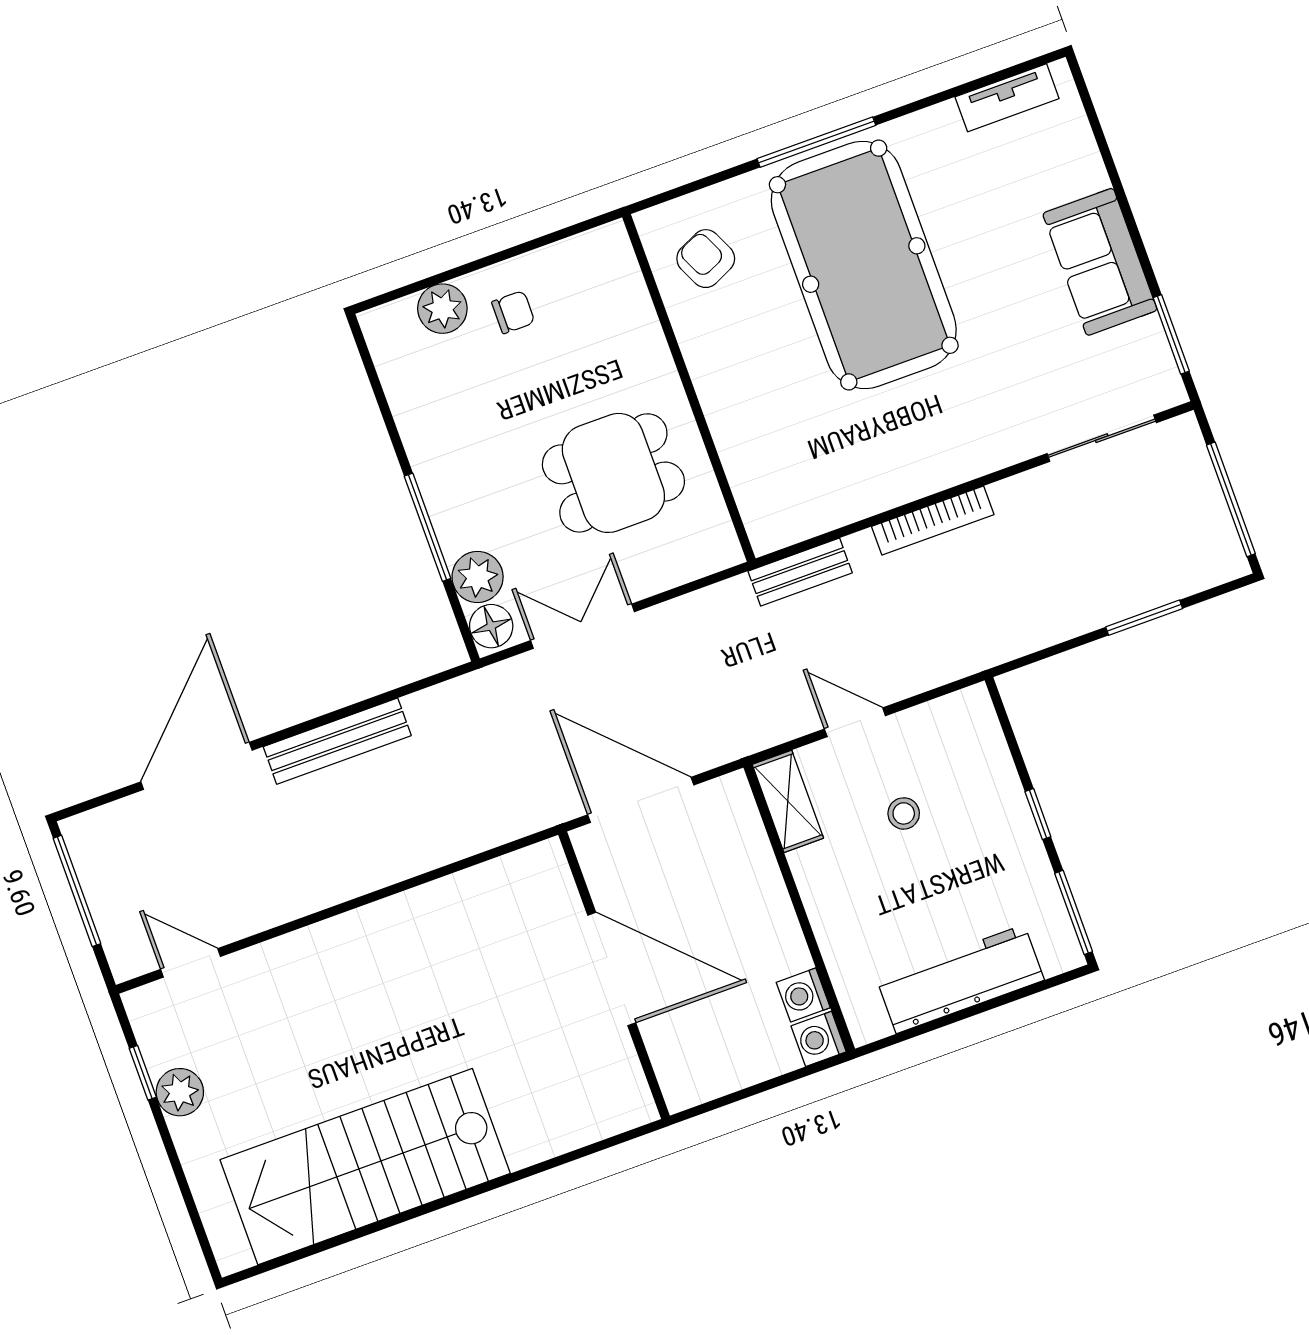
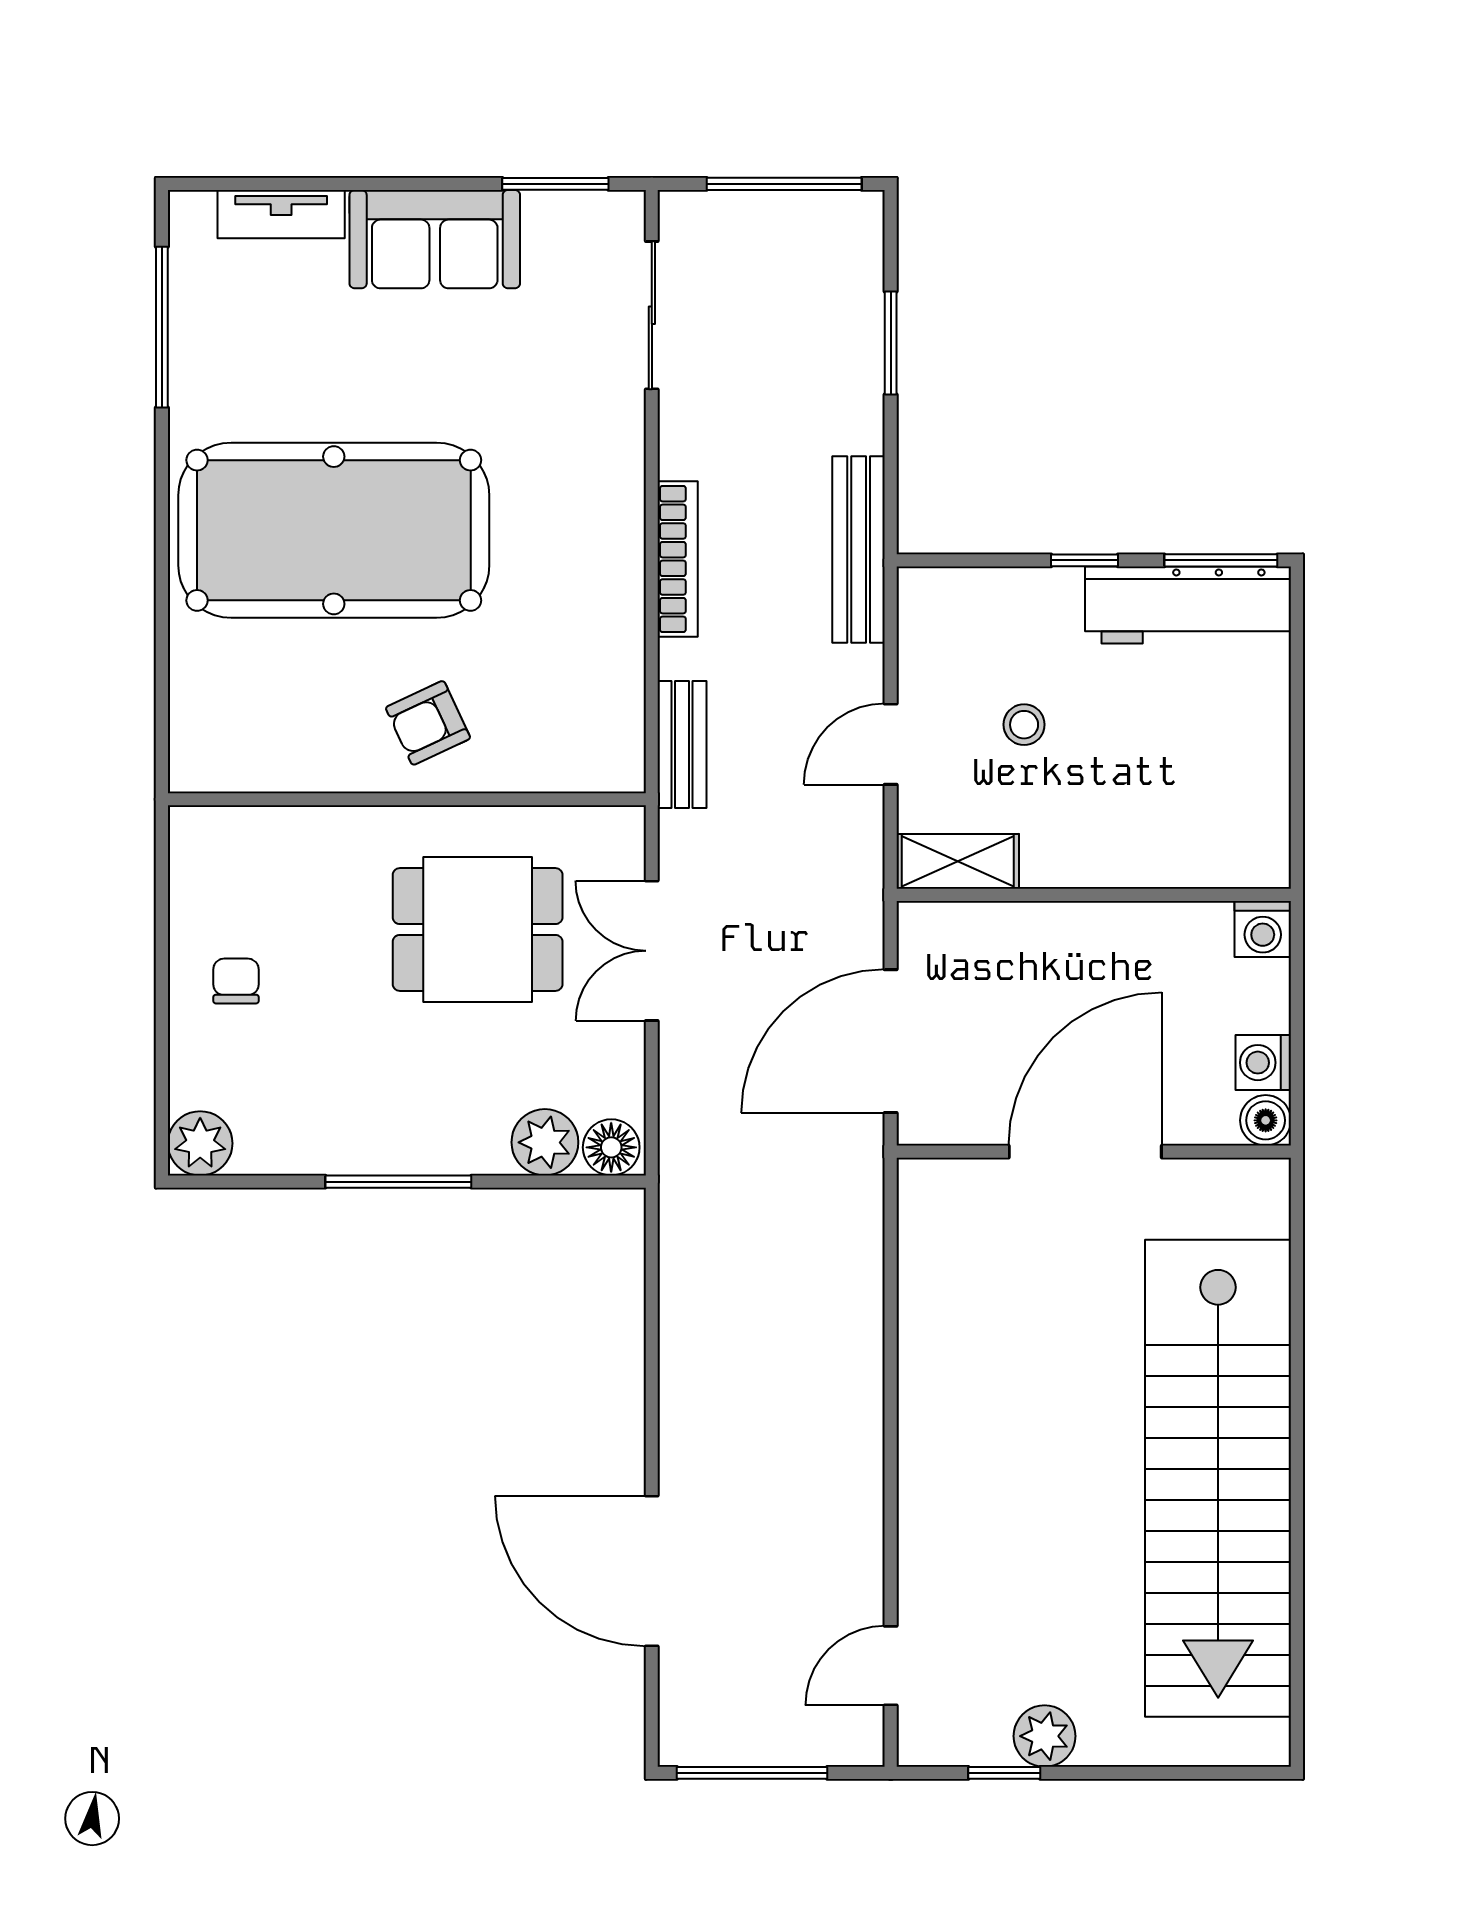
tv unit: (1007, 98) -> (281, 214), moved, turned 90
window: (816, 142) -> (162, 327), moved
armchair: (706, 259) -> (428, 723), moved
plant: (442, 309) -> (200, 1143), moved
dining table: (613, 473) -> (478, 929), turned 90
window: (428, 527) -> (398, 1182), moved
double door: (582, 626) -> (652, 951), moved
bench: (337, 741) -> (859, 550), moved
workbench: (960, 979) -> (1188, 605), moved, turned -90
washing machine: (803, 995) -> (1263, 1063), moved, turned 90
boiler: (681, 1091) -> (1266, 1120), added
stairs: (365, 1167) -> (1218, 1478), width x1.36

